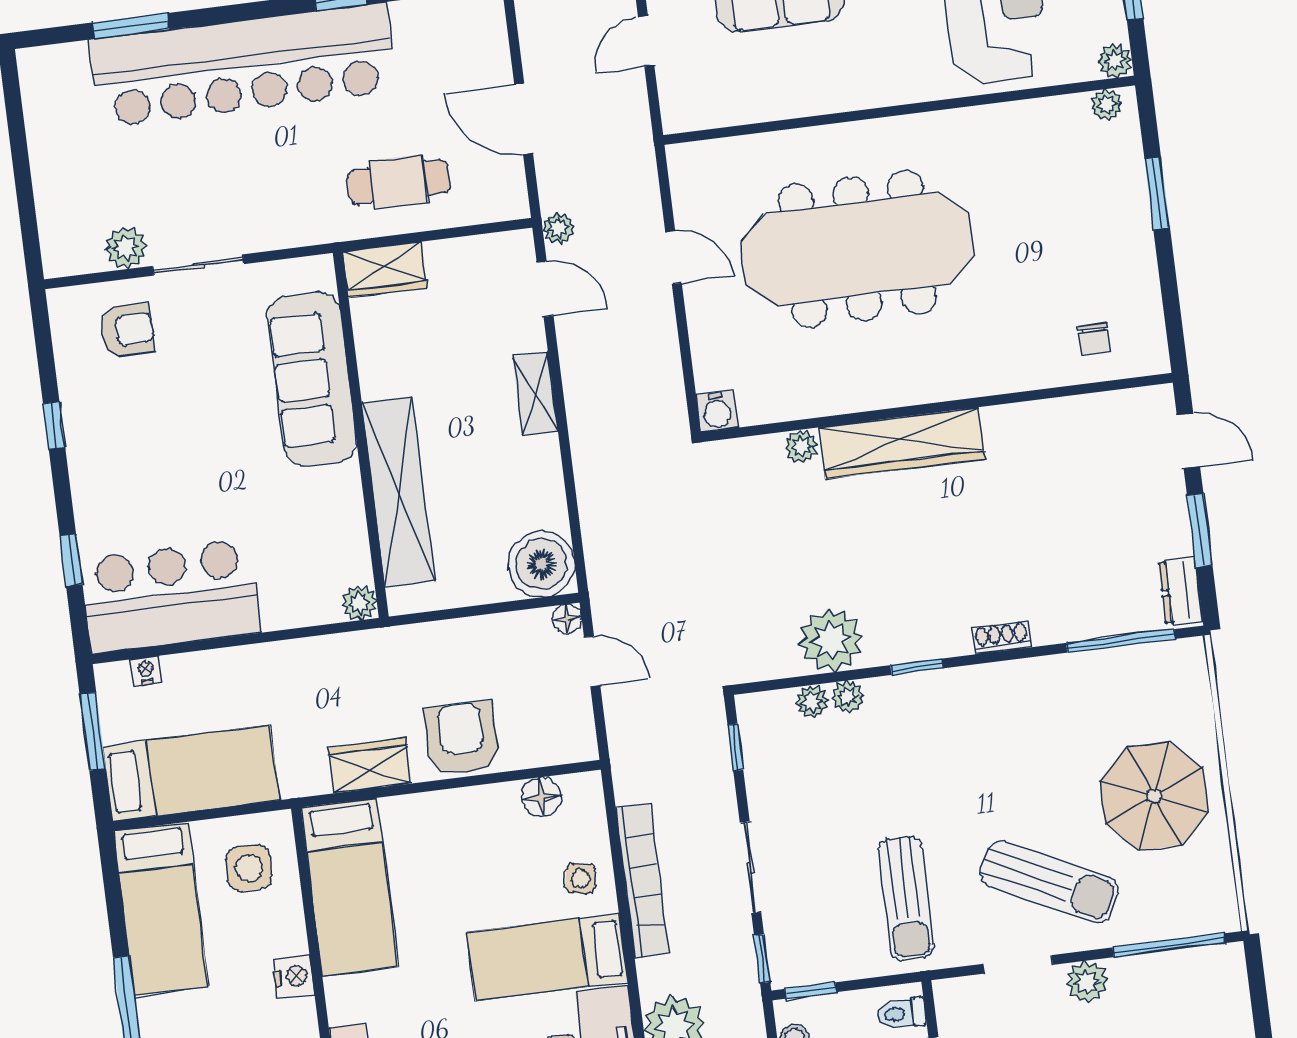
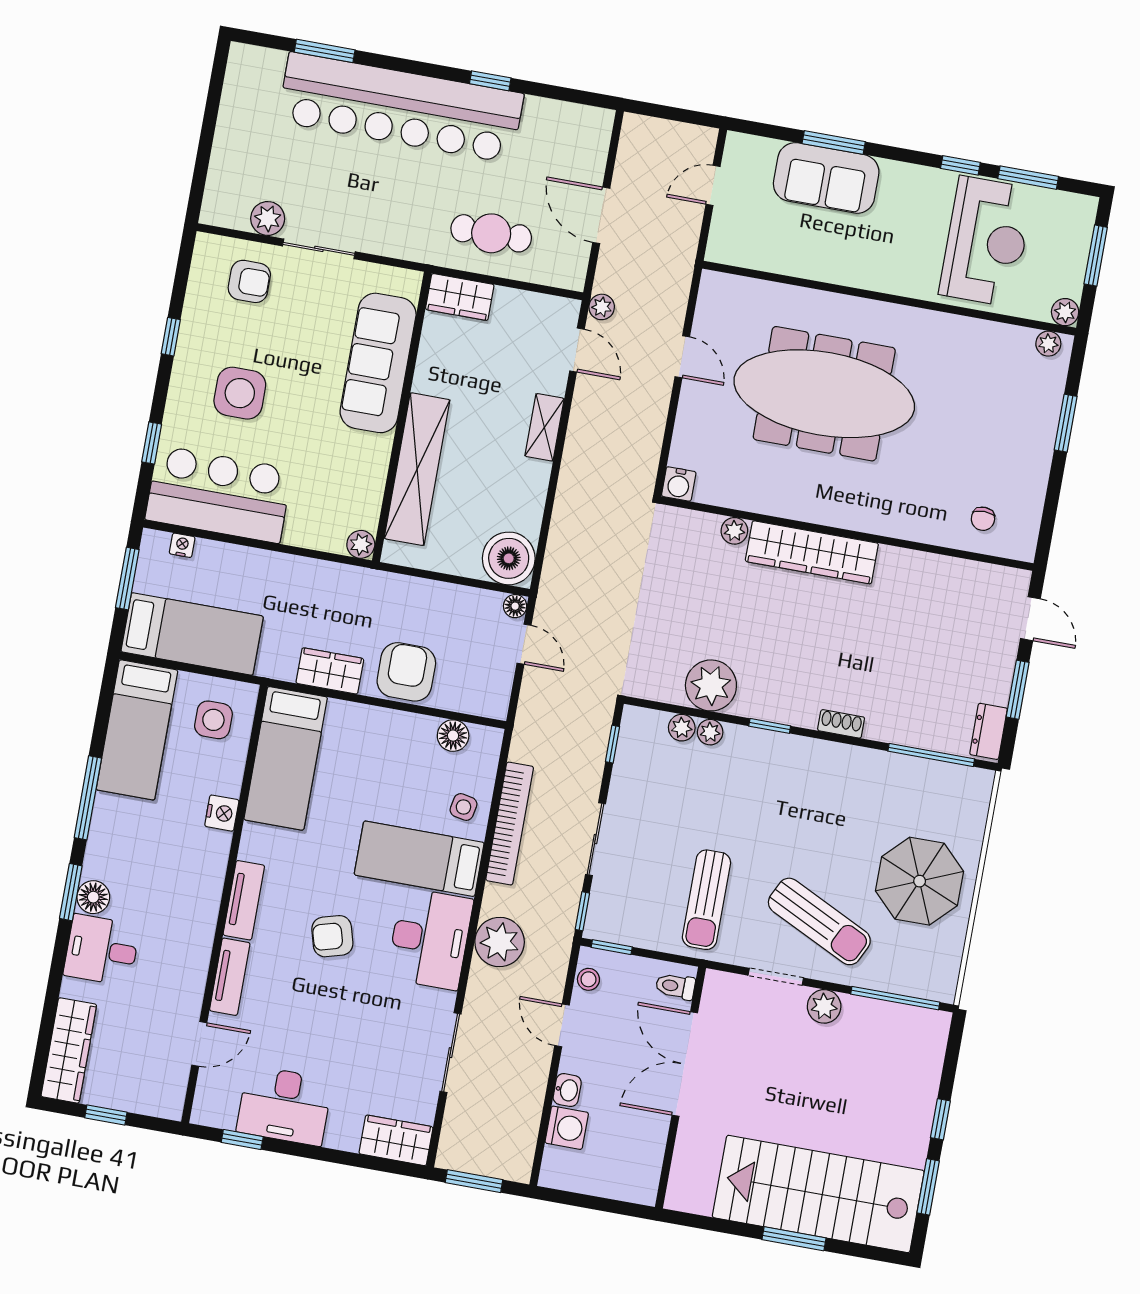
side table: (158, 467) -> (240, 393), added

